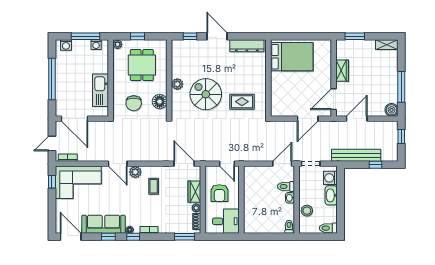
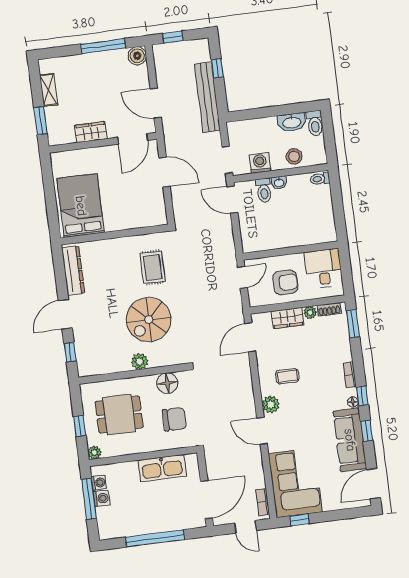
washing machine: (66, 45) -> (101, 498), moved
shelving: (387, 45) -> (49, 90), moved
door: (334, 99) -> (133, 139), hinge flipped
door: (118, 164) -> (262, 431), swing flipped
washing machine: (330, 178) -> (260, 163), moved, turned 180
washbasin: (331, 195) -> (292, 122), moved

